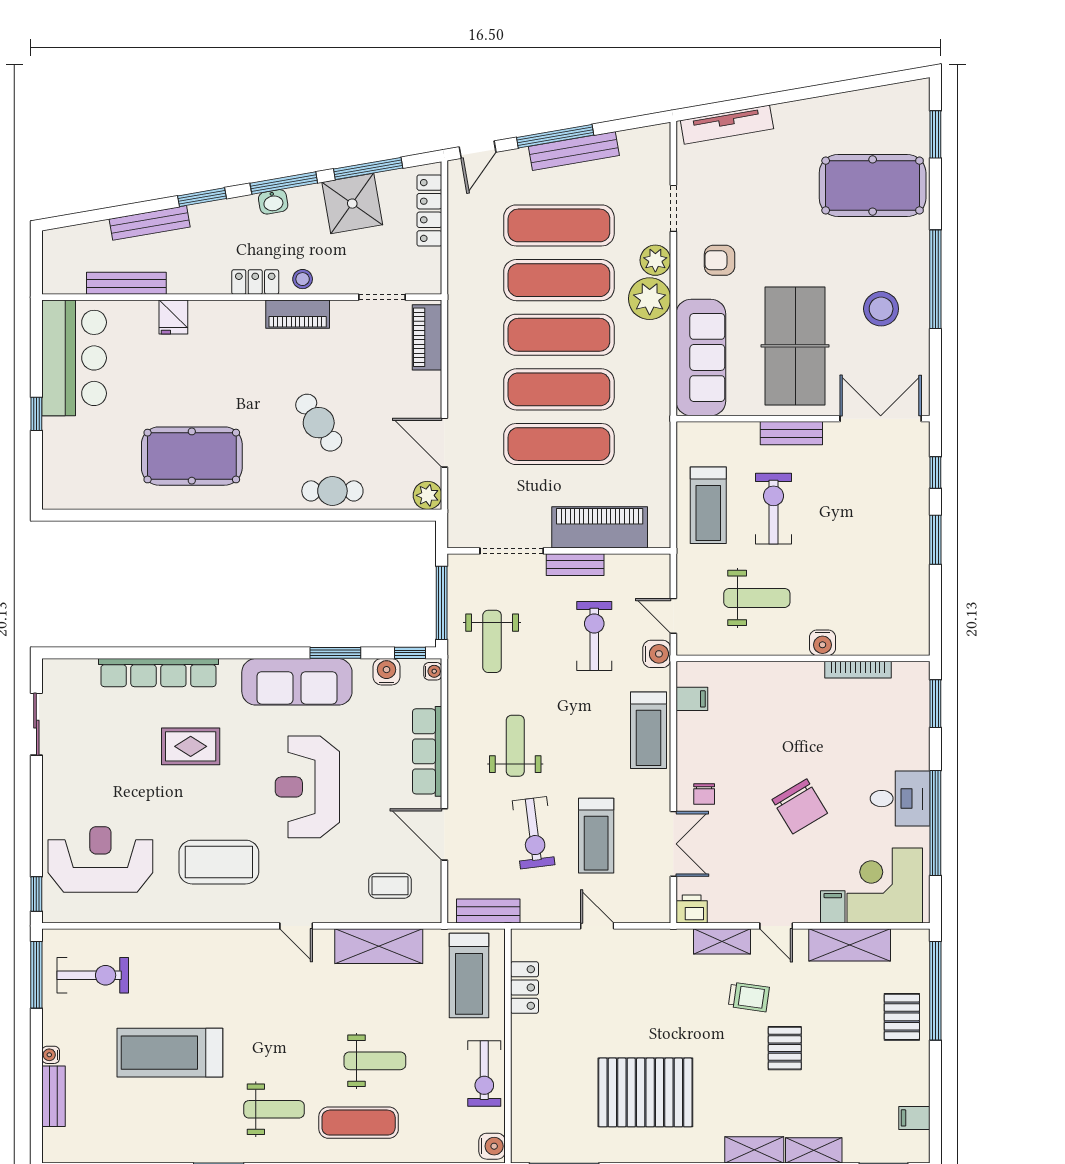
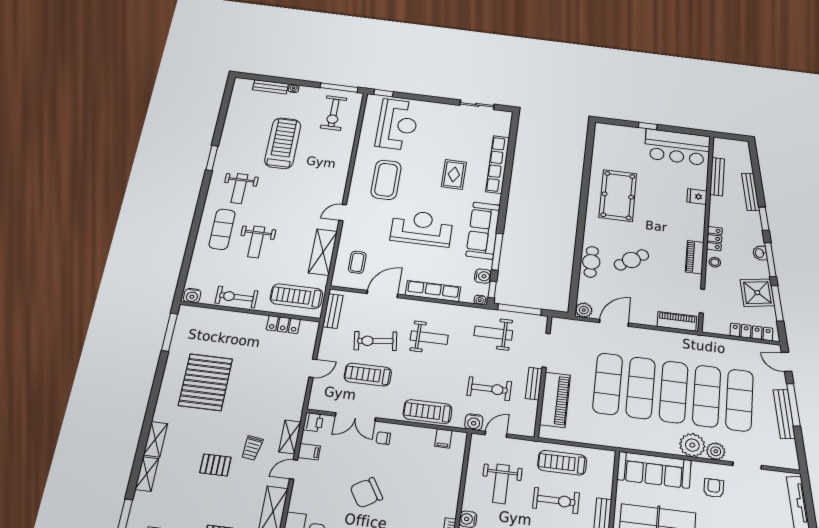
window: (335, 653) -> (497, 252), width x1.44
filing cabinet: (833, 907) -> (309, 452), moved

